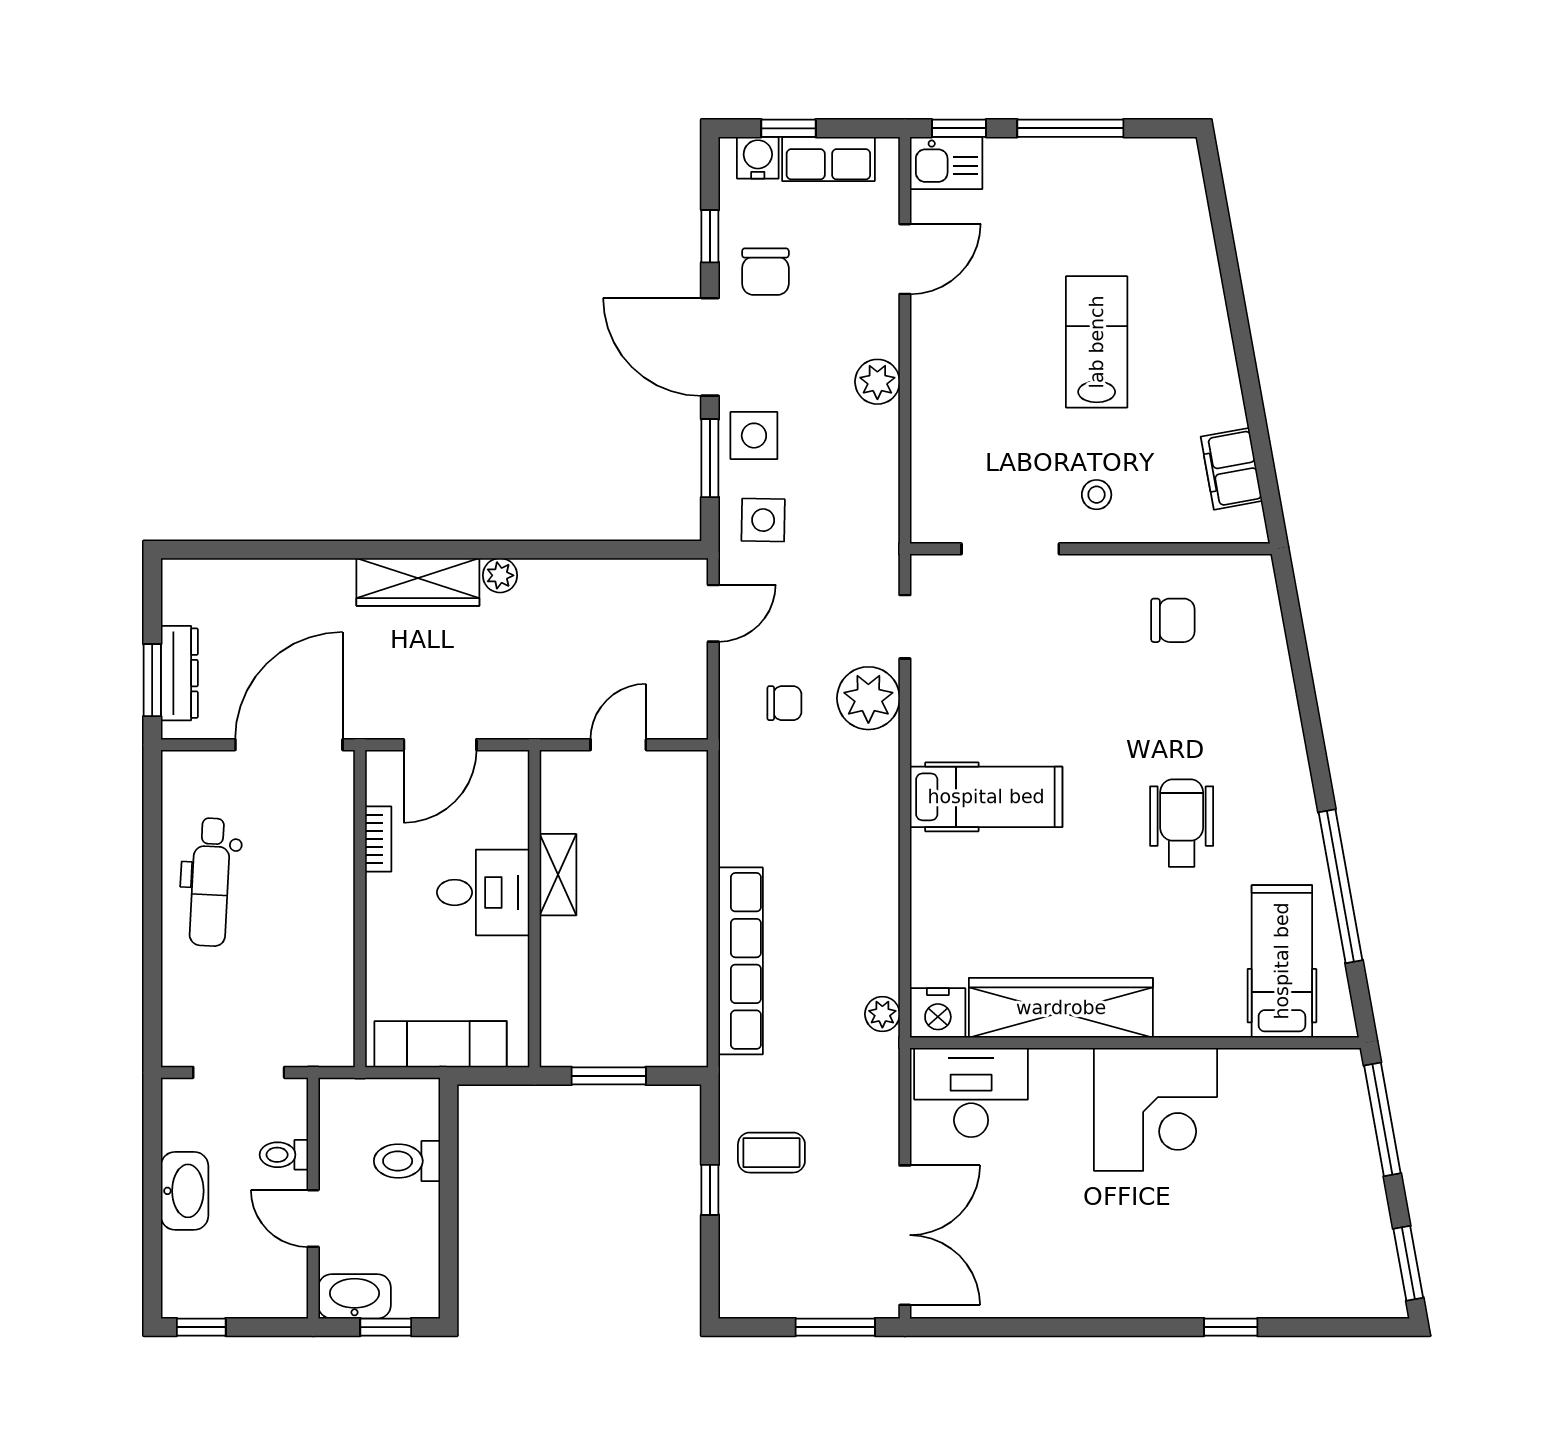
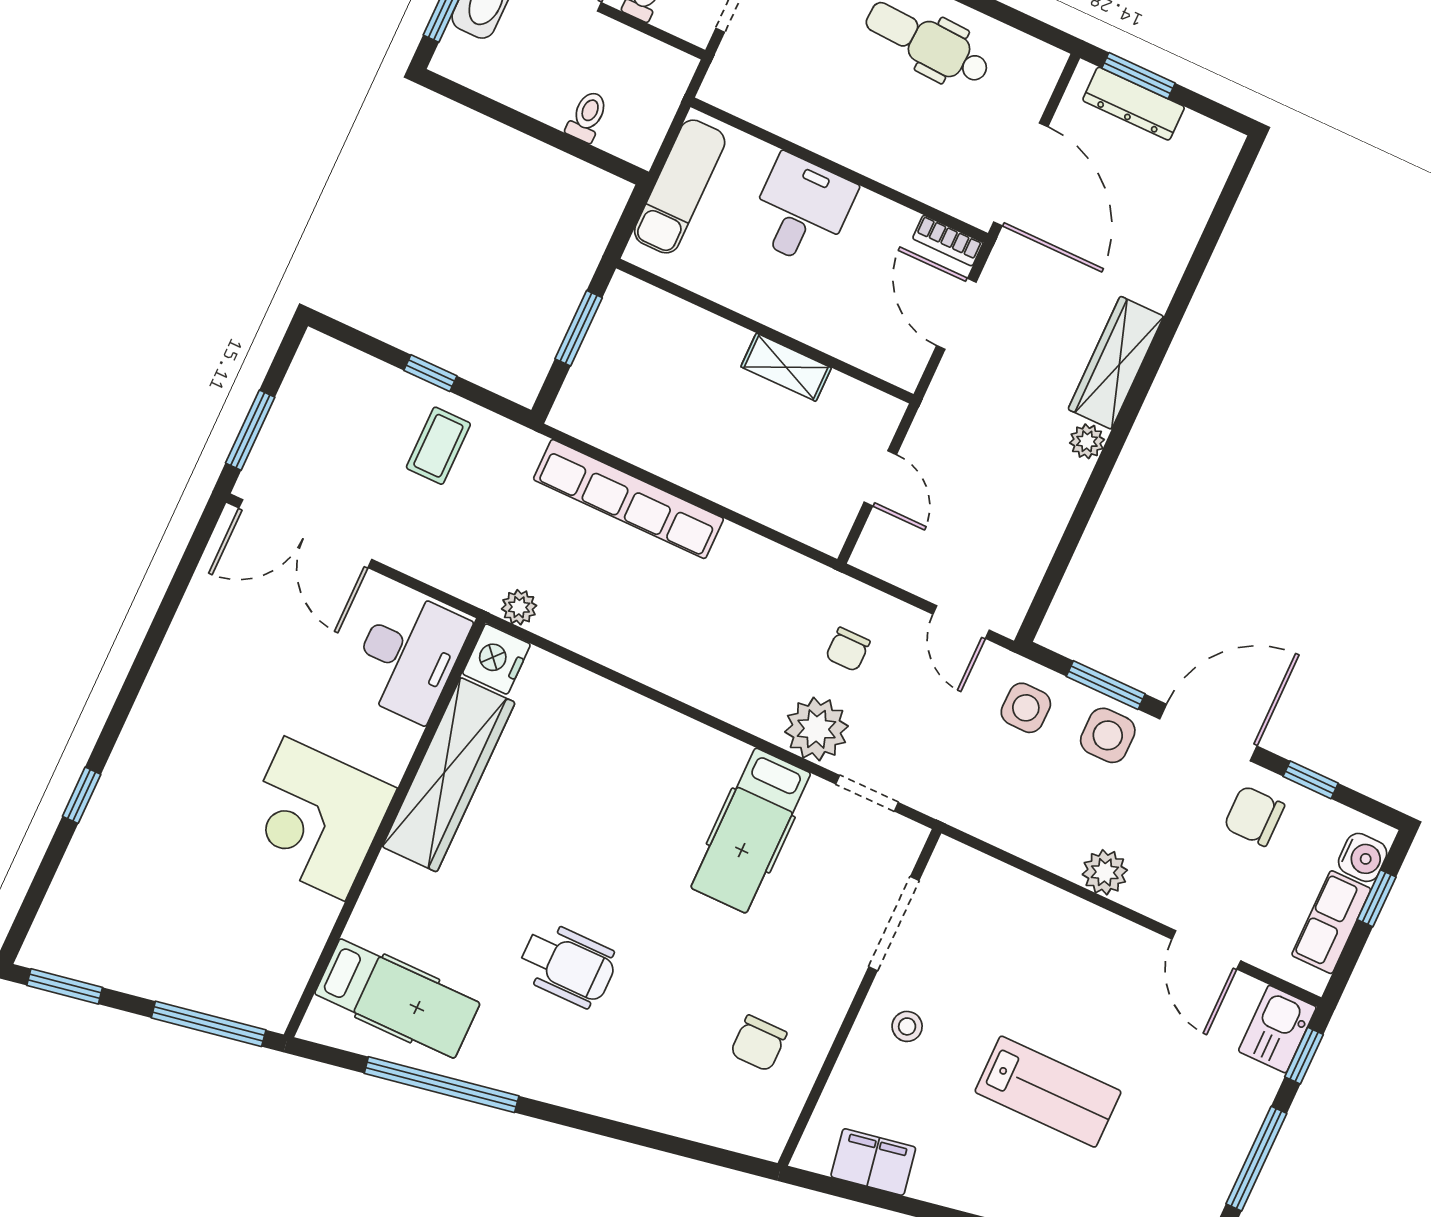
hospital bed: (986, 797) -> (751, 831), moved
bookcase: (378, 839) -> (948, 241), moved
desk: (483, 892) -> (801, 210), moved, turned 180
toilet: (407, 1161) -> (587, 116), width x0.73, depth x0.72

